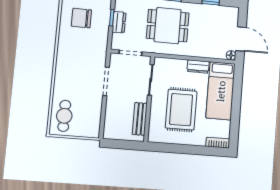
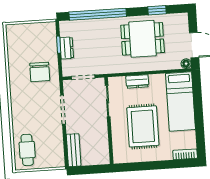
chair: (81, 18) -> (40, 72), moved, turned -90
dining table: (168, 26) -> (143, 39), moved
dresser: (198, 67) -> (137, 81), moved
bench: (140, 119) -> (74, 150), moved

